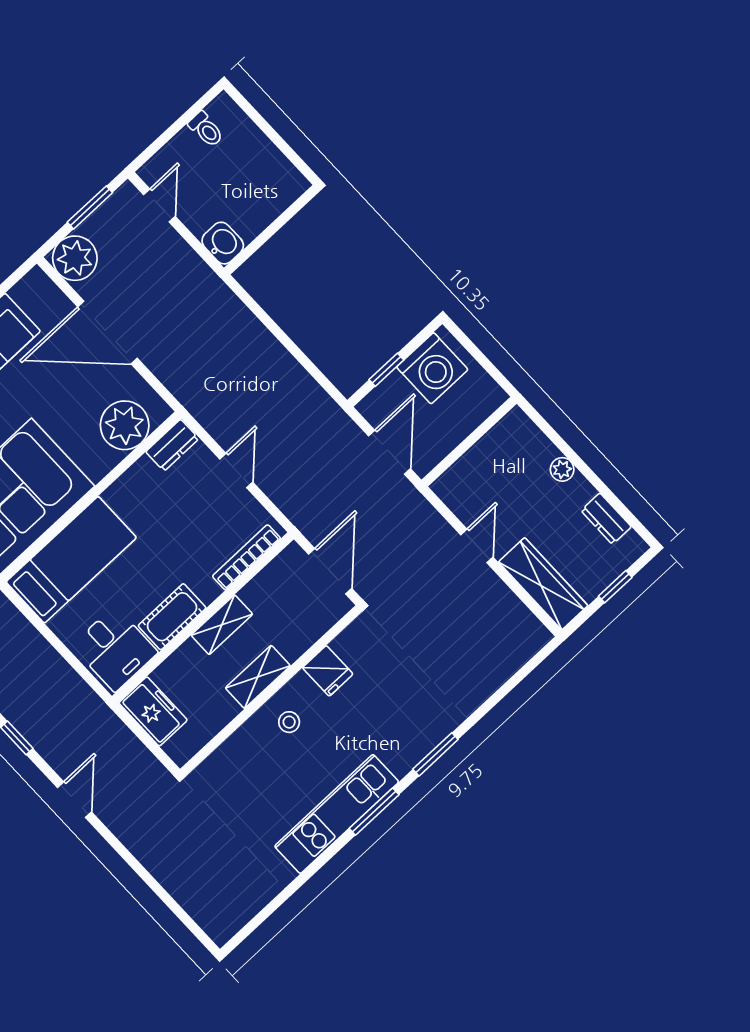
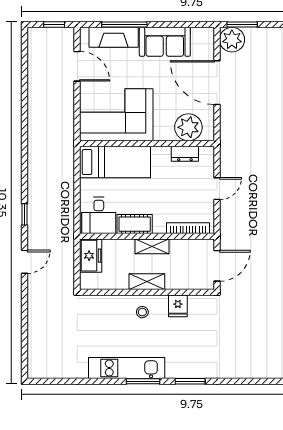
window: (90, 207) -> (242, 25), moved
dresser: (172, 445) -> (185, 154), moved

